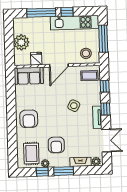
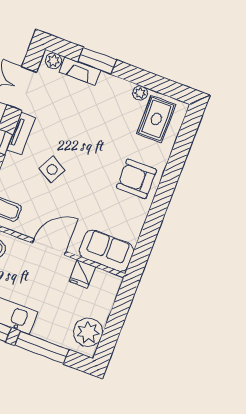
plant: (21, 42) -> (88, 332), moved
armchair: (29, 119) -> (136, 179), turned -90
armchair: (56, 145) -> (109, 116), removed
window: (64, 171) -> (97, 61), moved
window: (42, 172) -> (151, 81), removed

